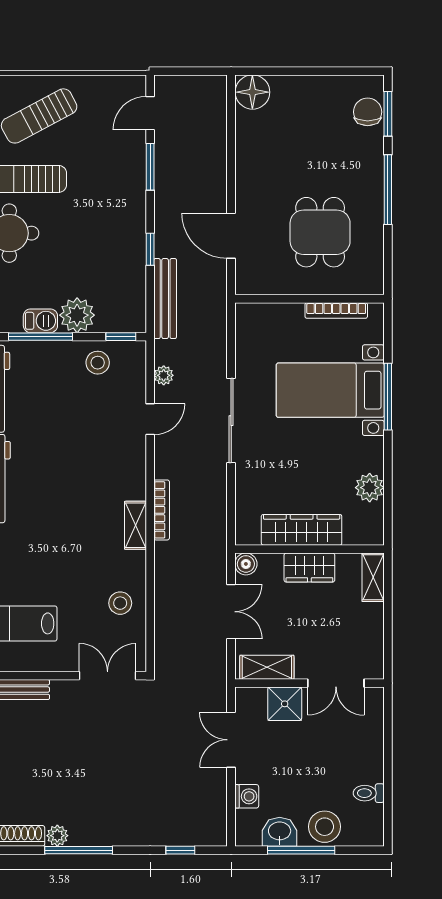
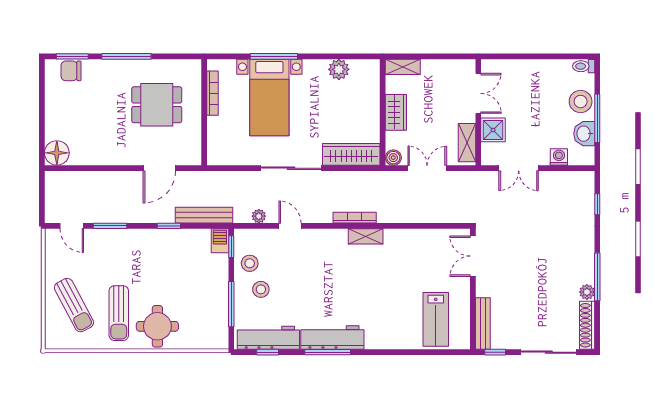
plant: (77, 315) -> (216, 278), removed
barbecue: (40, 321) -> (220, 241), moved
wardrobe: (302, 530) -> (351, 154), moved, turned 90
stool: (120, 603) -> (261, 289), moved
toilet: (369, 793) -> (584, 66), moved, turned 90

